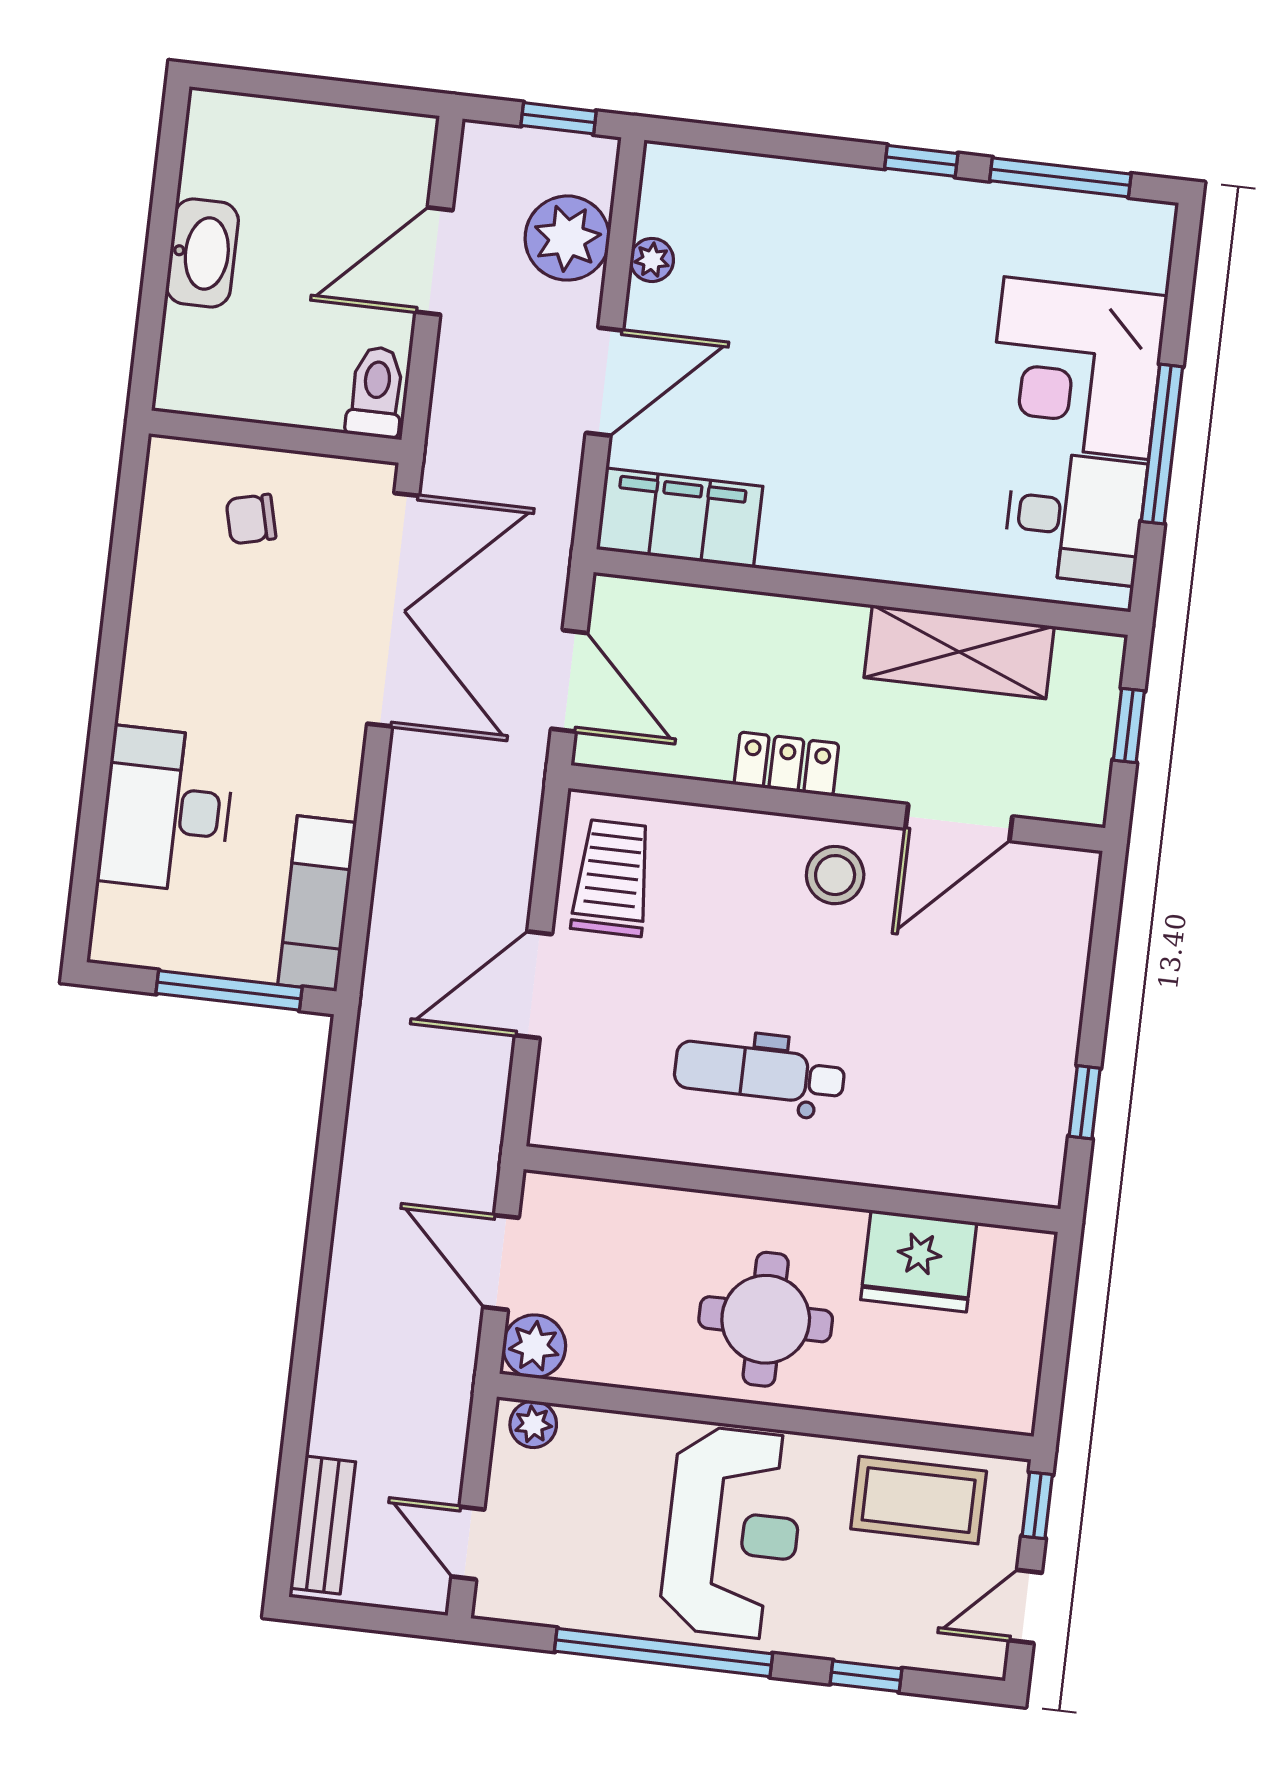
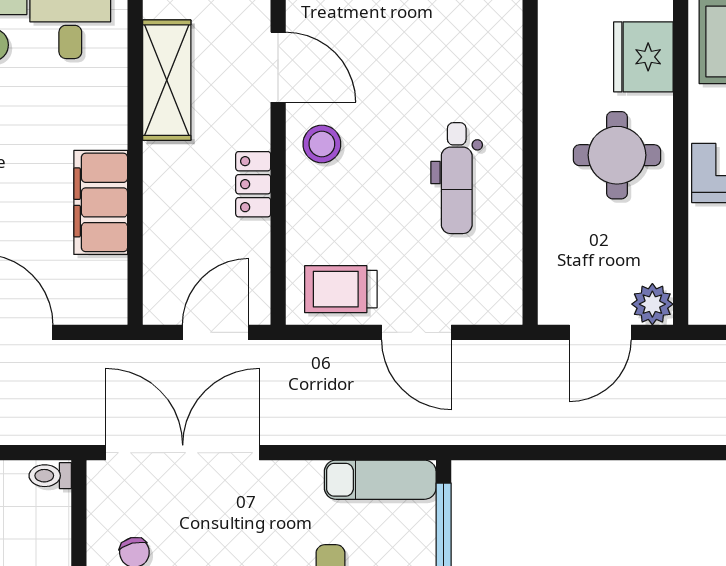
toilet: (376, 392) -> (50, 476), width x0.73, depth x0.72
filing cabinet: (680, 518) -> (101, 202), moved
fridge: (919, 1261) -> (643, 57), moved, turned 180
plant: (533, 1424) -> (703, 299), removed

